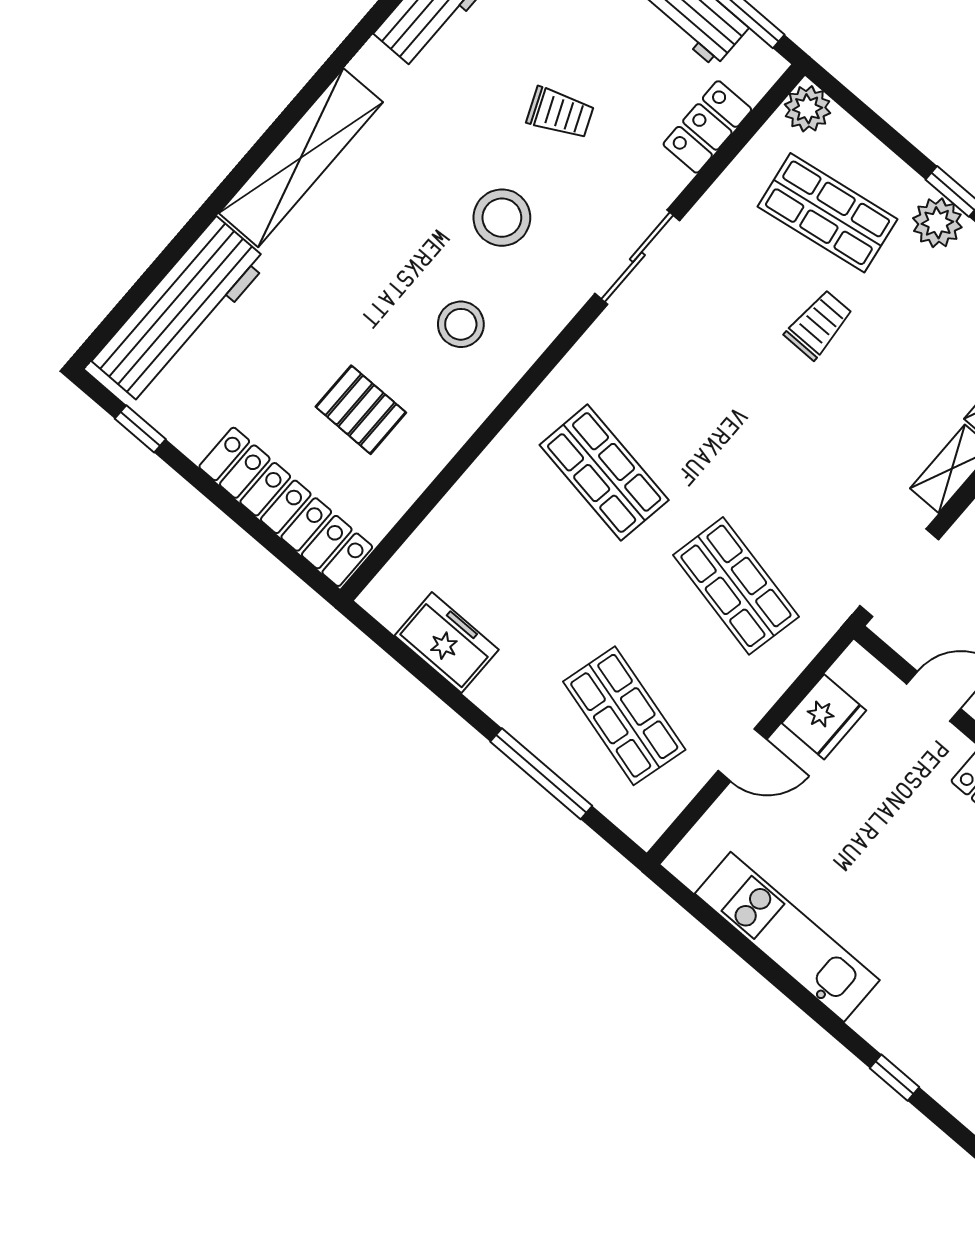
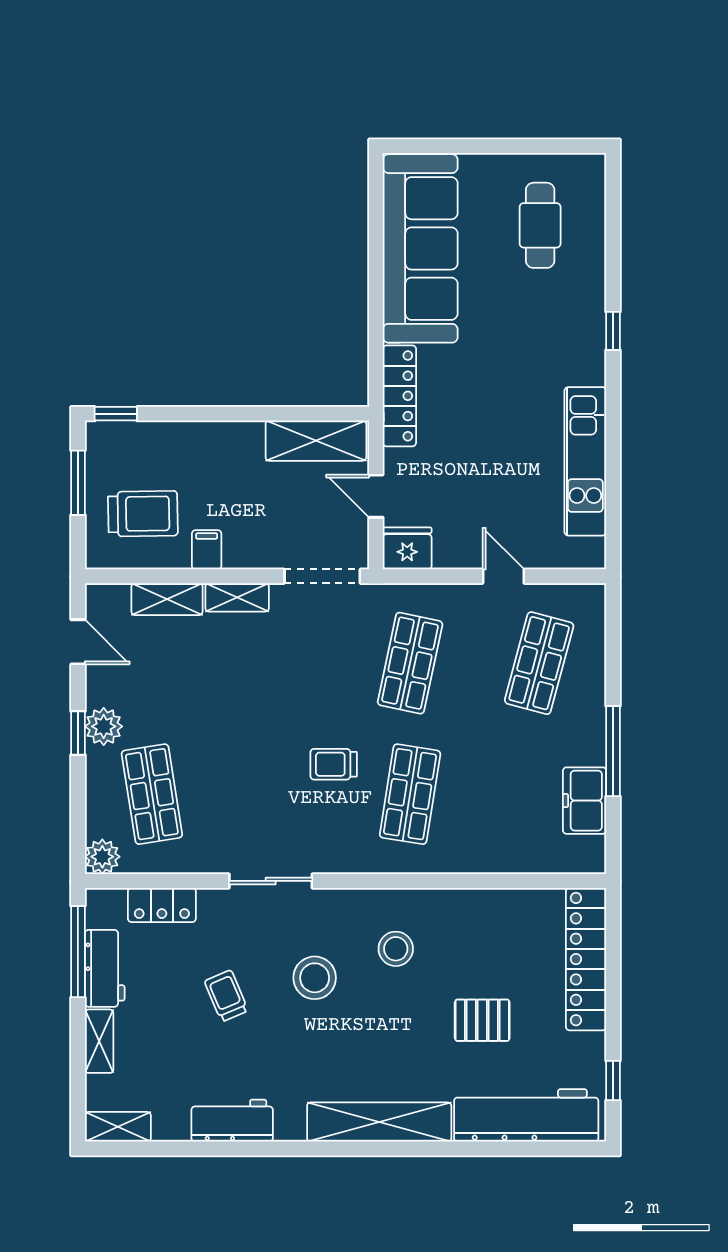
trolley: (819, 325) -> (334, 764), moved
pallet: (361, 410) -> (482, 1020), moved, turned 90
fridge: (824, 717) -> (407, 548), moved
window: (541, 774) -> (613, 751), moved

